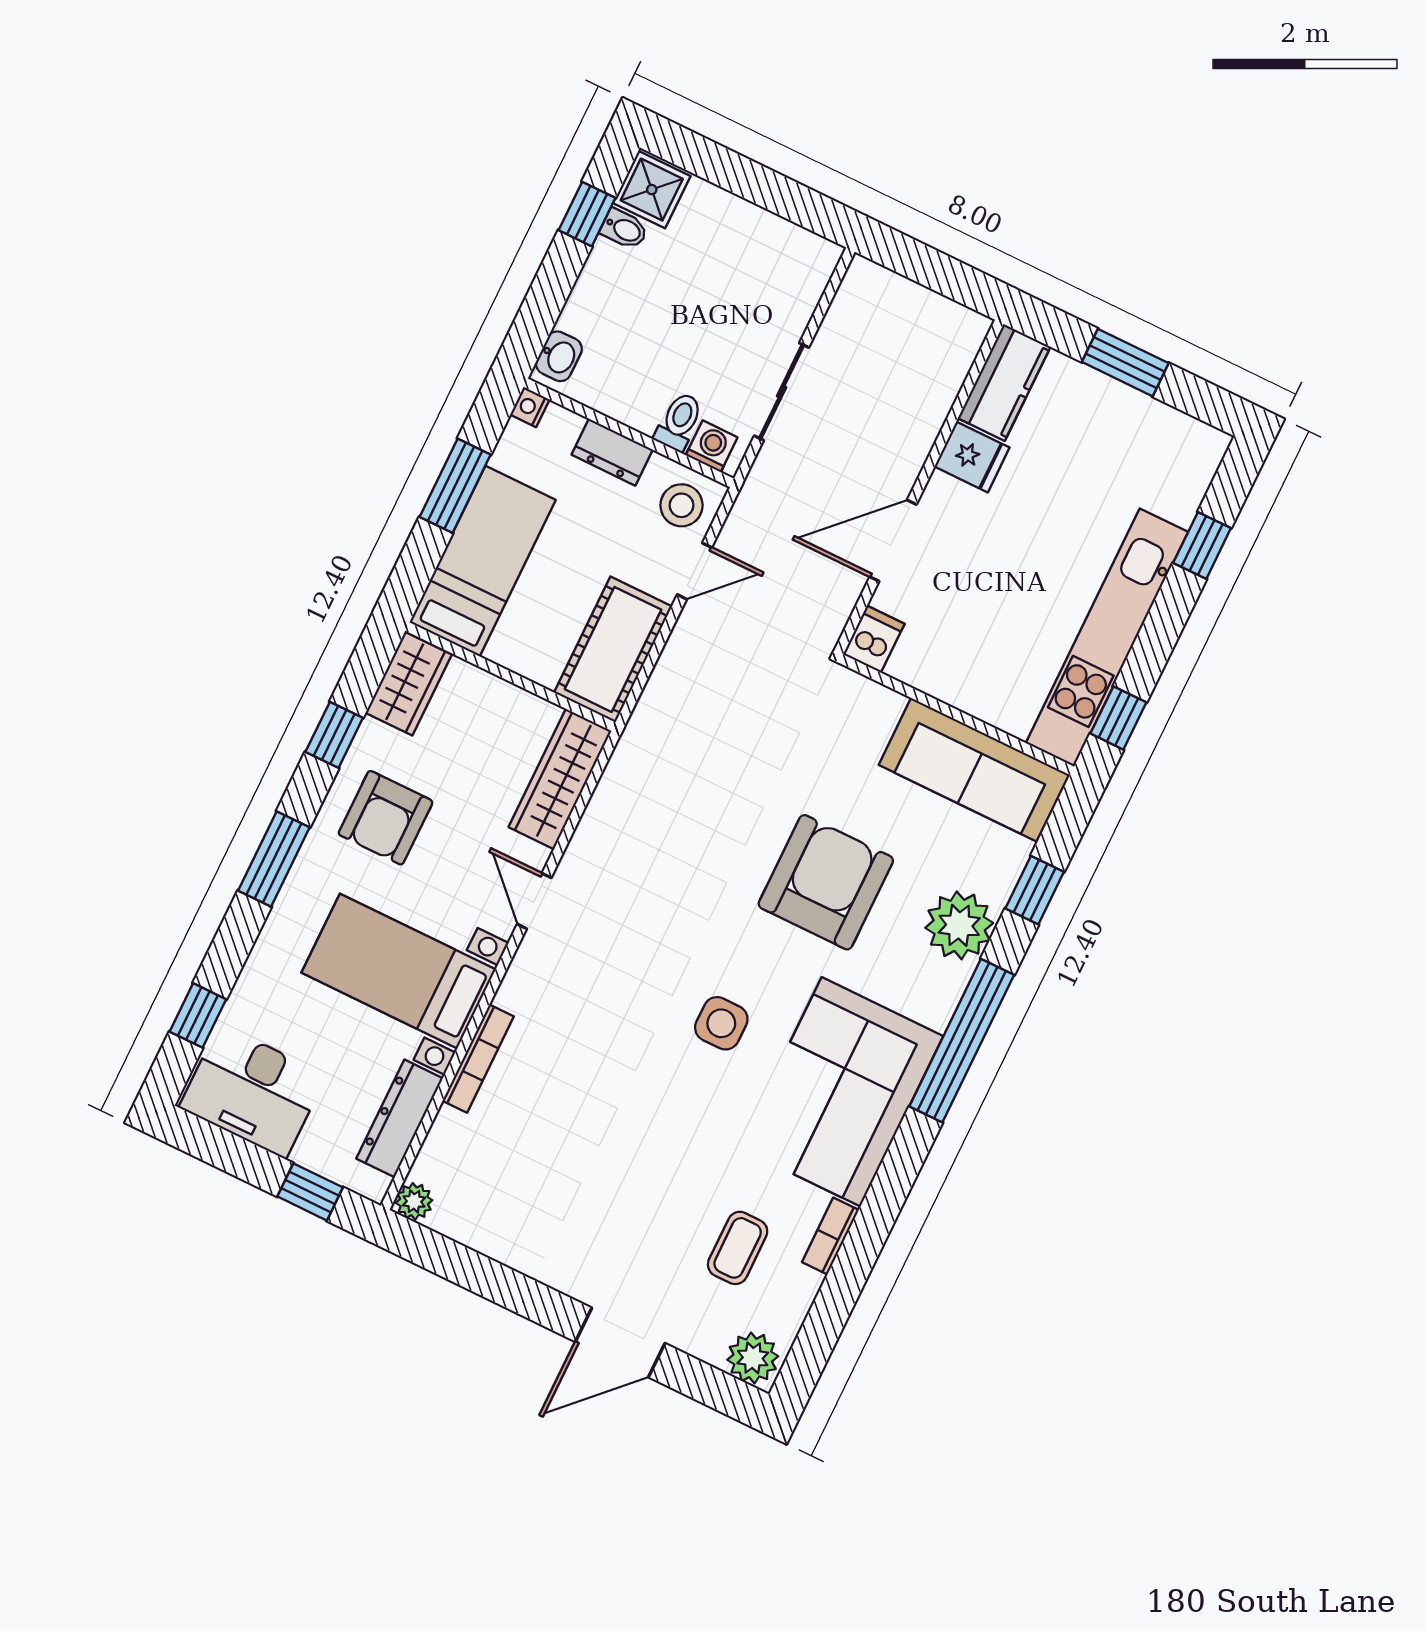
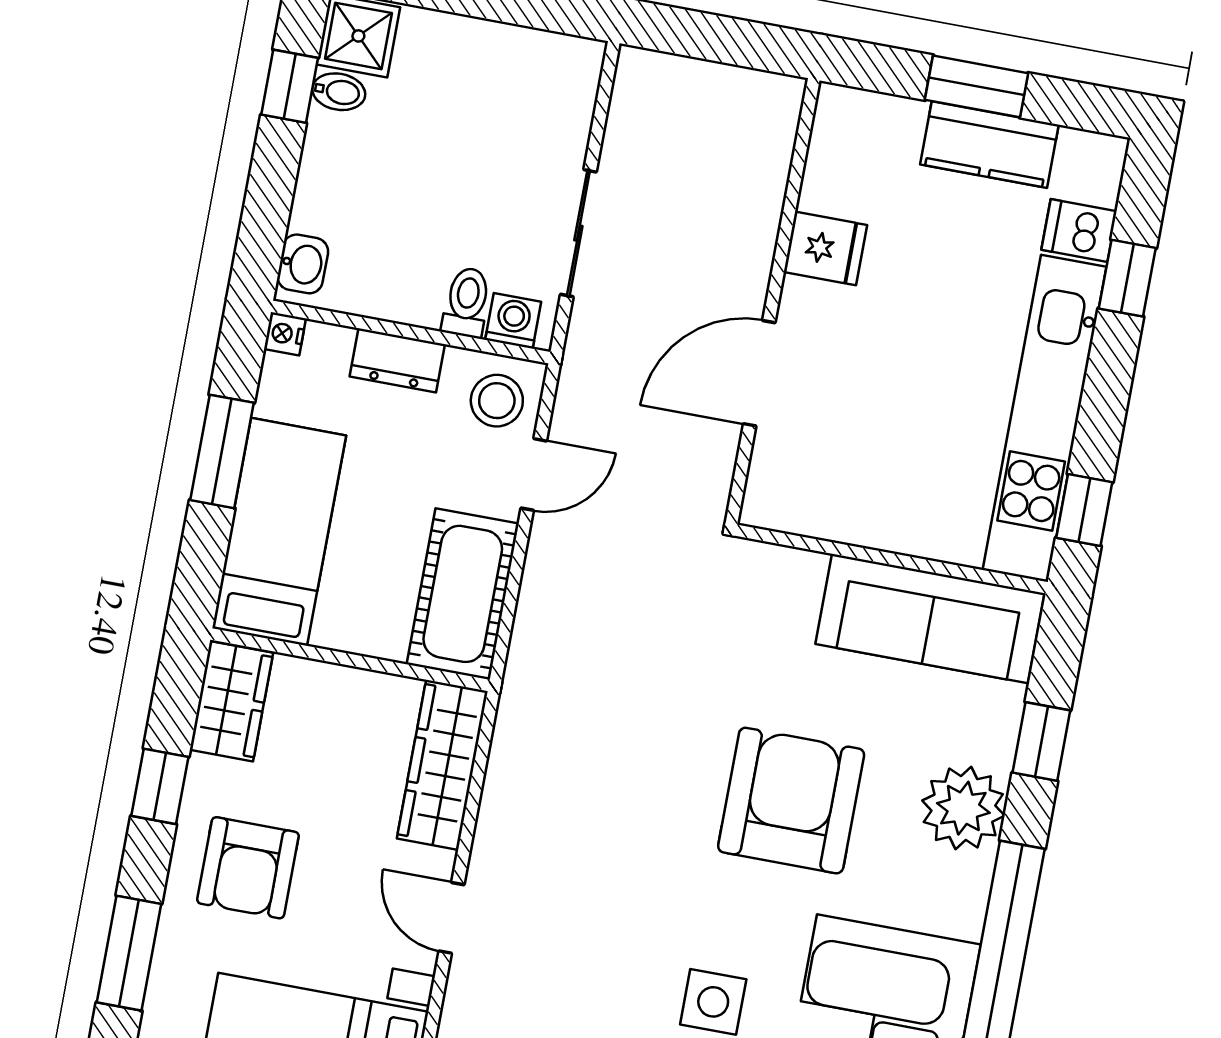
kitchen counter: (1004, 382) -> (989, 145), moved, turned 90
dishwasher: (874, 639) -> (1079, 231), moved, turned -90

